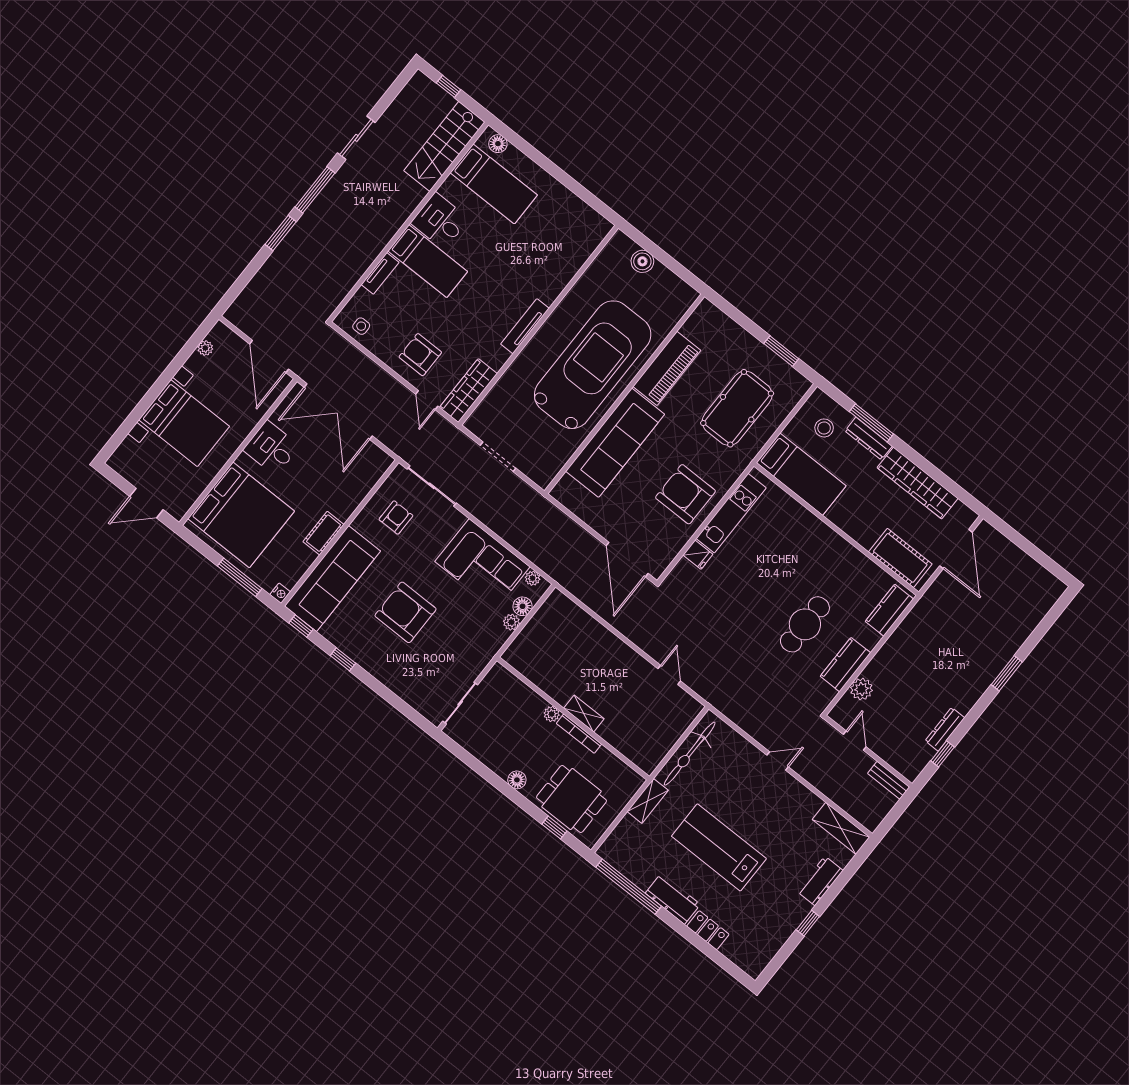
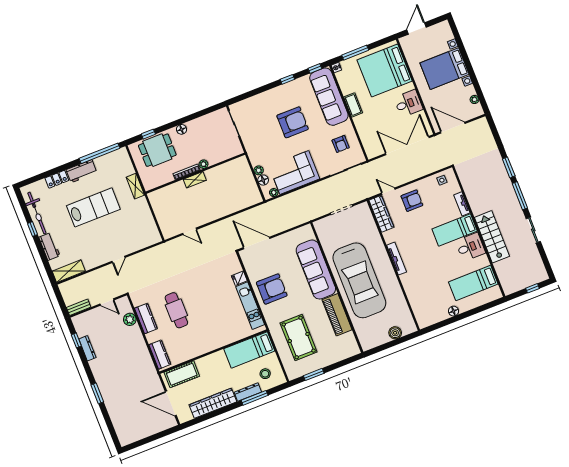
floor lamp: (498, 144) -> (453, 311), moved
stairs: (444, 146) -> (492, 237), moved
bicycle: (690, 754) -> (37, 213), moved, turned 180

